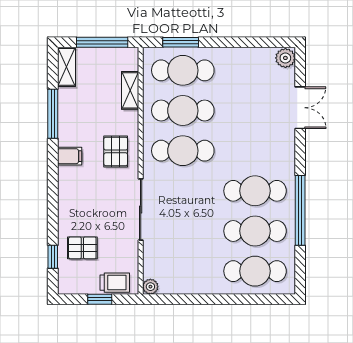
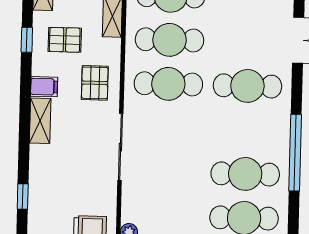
window: (53, 114) -> (27, 40), width x0.46
shelving: (67, 187) -> (40, 121), added
cafe table: (255, 191) -> (247, 86), moved
pallet: (82, 248) -> (65, 40), moved

